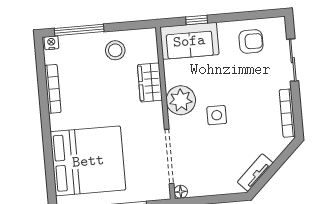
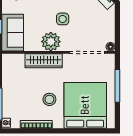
stool: (115, 50) -> (49, 99), moved
wardrobe: (150, 82) -> (44, 61), width x1.50

